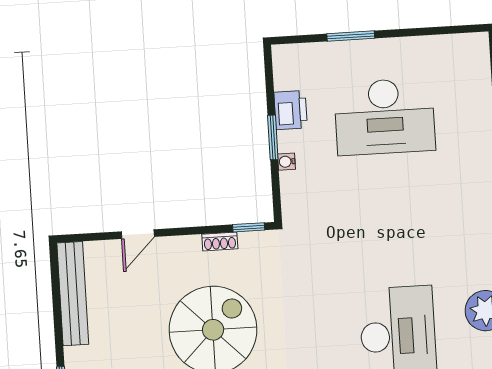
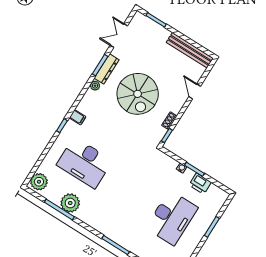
desk: (385, 117) -> (172, 218), turned 180

